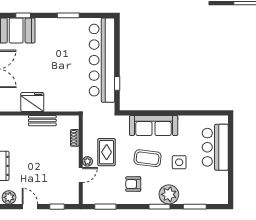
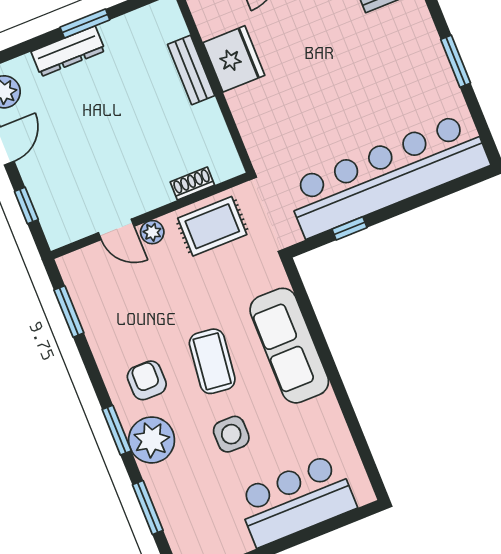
bench: (42, 121) -> (191, 70), moved
rug: (107, 152) -> (212, 226), moved
armchair: (133, 184) -> (147, 380), moved

